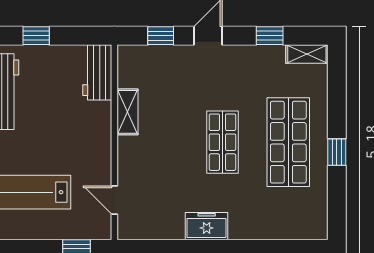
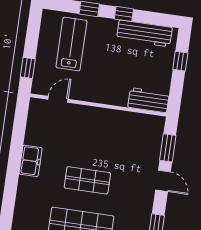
window: (161, 36) -> (168, 148), width x1.50
shelving: (127, 112) -> (118, 117), removed

